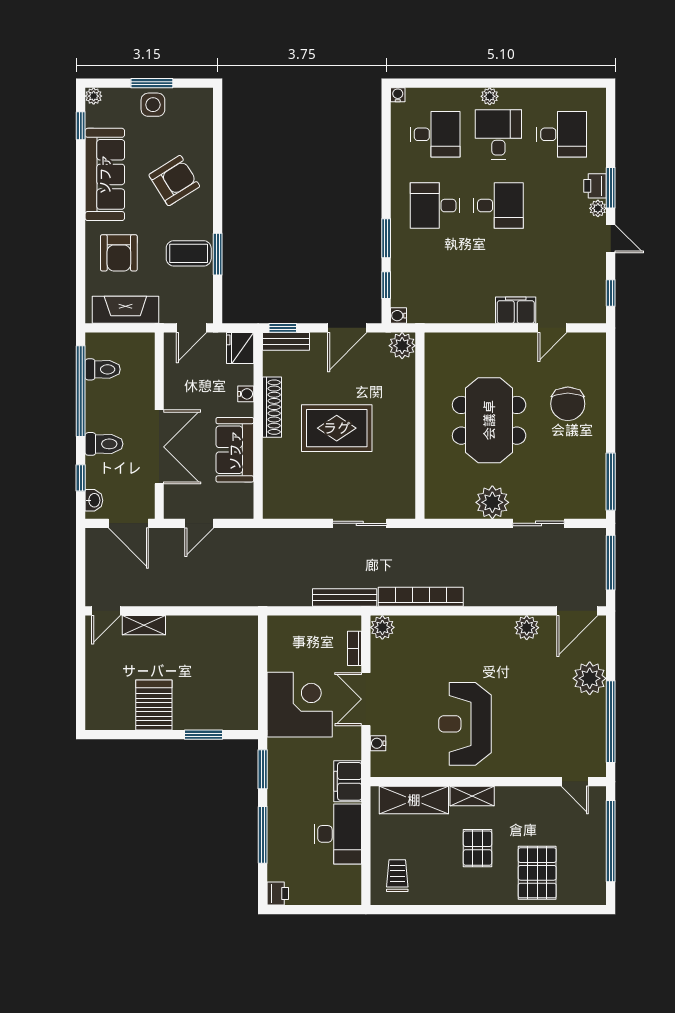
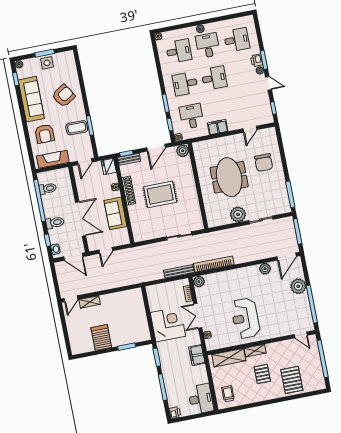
desk: (435, 277) -> (192, 116), added
filing cabinet: (516, 310) -> (218, 127), moved
desk: (338, 834) -> (201, 399), moved

